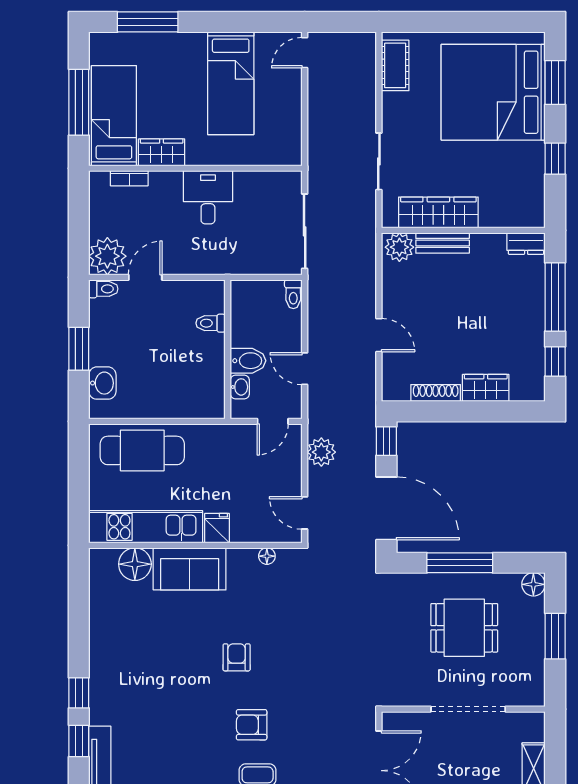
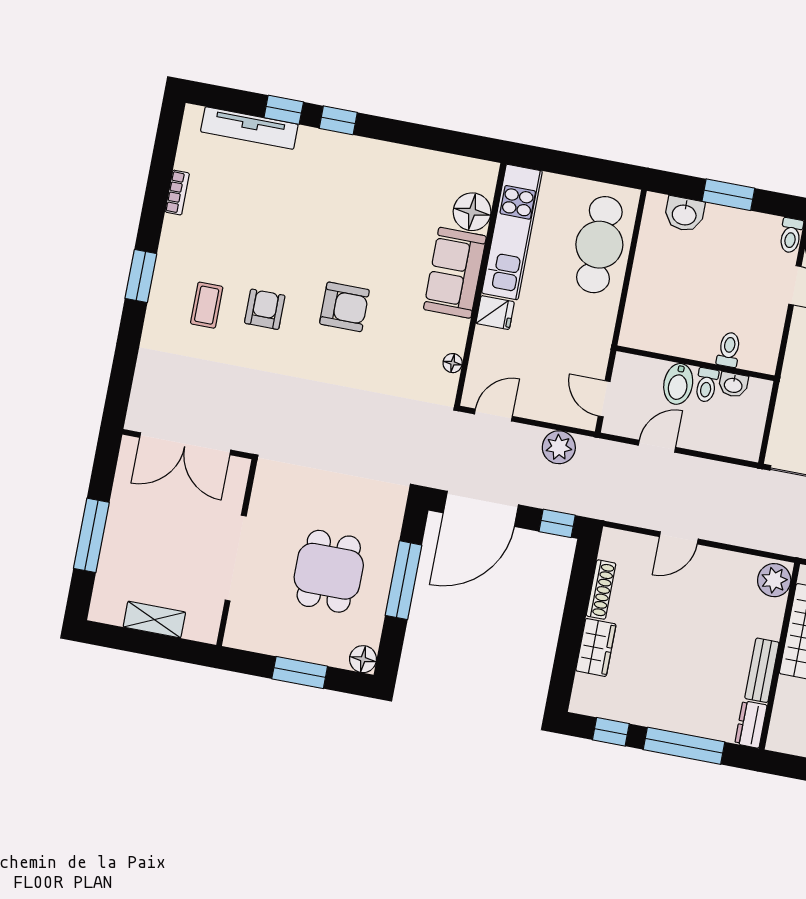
bench: (443, 243) -> (762, 670), moved
toilet: (293, 294) -> (706, 385), moved, turned -90
washbasin: (240, 387) -> (733, 385), moved
armchair: (237, 657) -> (344, 307), width x1.38, depth x1.38

